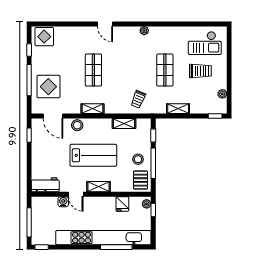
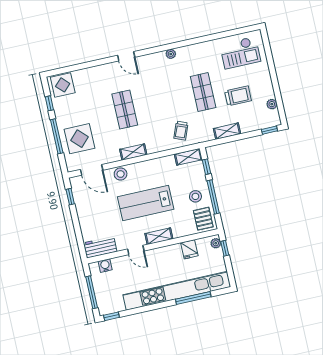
trolley: (200, 71) -> (238, 96), moved
shelving: (124, 124) -> (188, 157), moved
lab bench: (93, 155) -> (146, 203), turned 180
water cooler: (63, 202) -> (105, 266), moved

